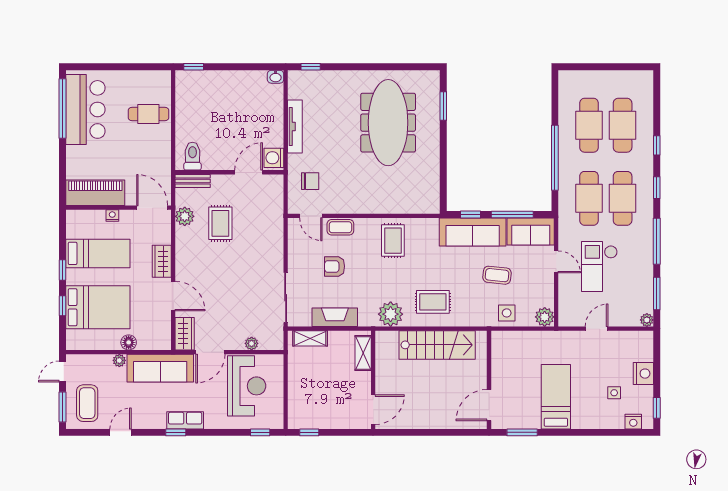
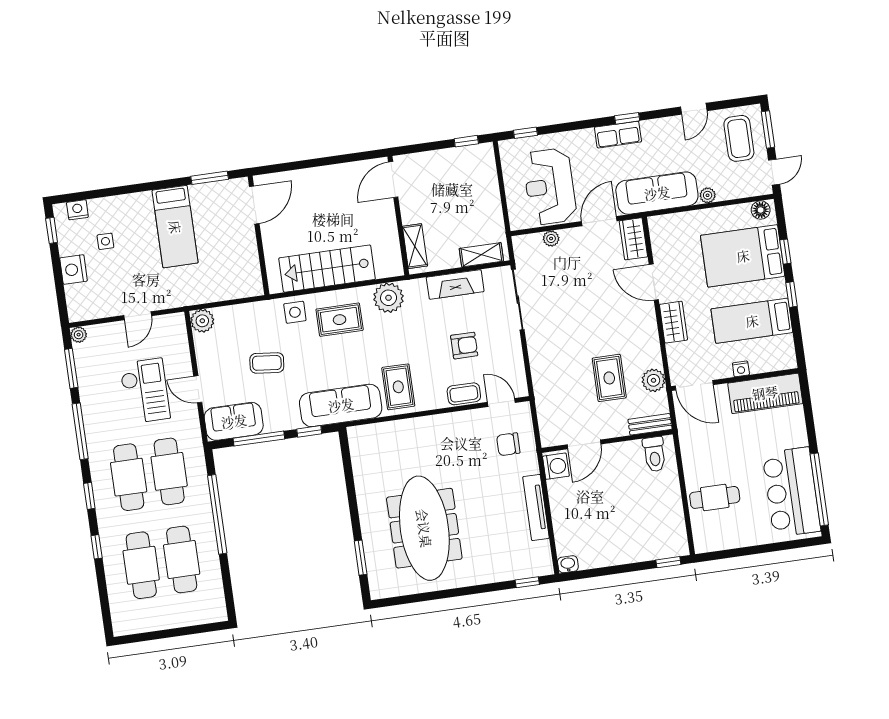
sofa: (473, 232) -> (341, 405), moved
side table: (507, 313) -> (295, 312), moved
floor lamp: (129, 342) -> (761, 210), moved

